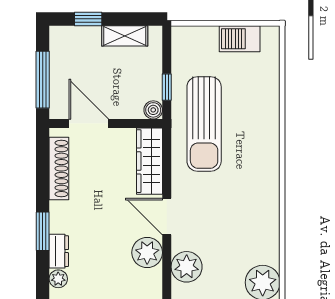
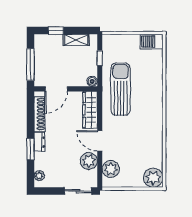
barbecue: (240, 39) -> (152, 42), moved
window: (167, 87) -> (100, 58), moved
door: (89, 123) -> (56, 89), swing flipped
sun lounger: (204, 124) -> (121, 89), turned 180
dresser: (59, 251) -> (39, 142), moved

